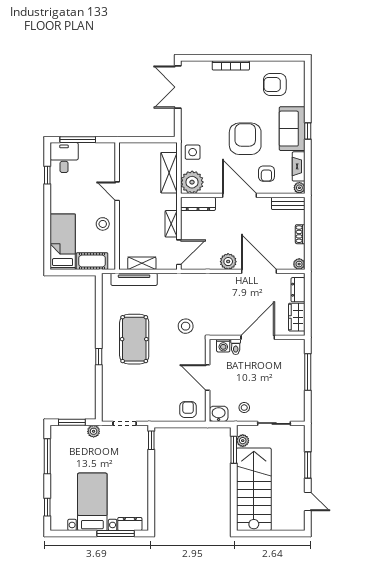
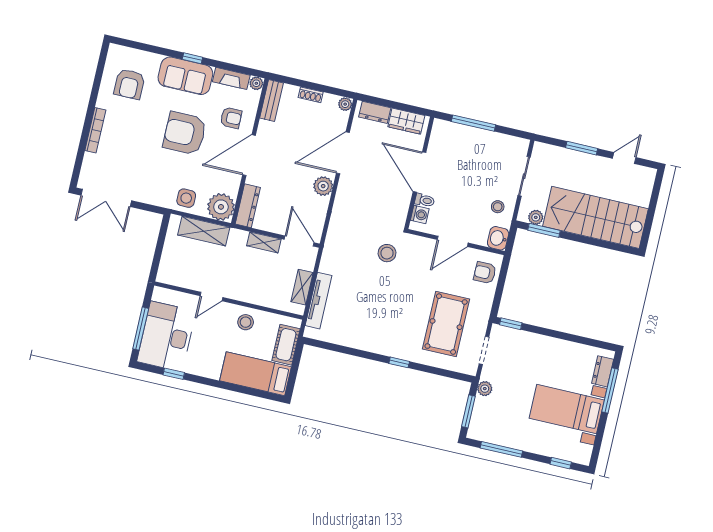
desk: (64, 158) -> (166, 336), width x1.87, depth x1.30
pool table: (134, 339) -> (446, 324), moved, turned 90

